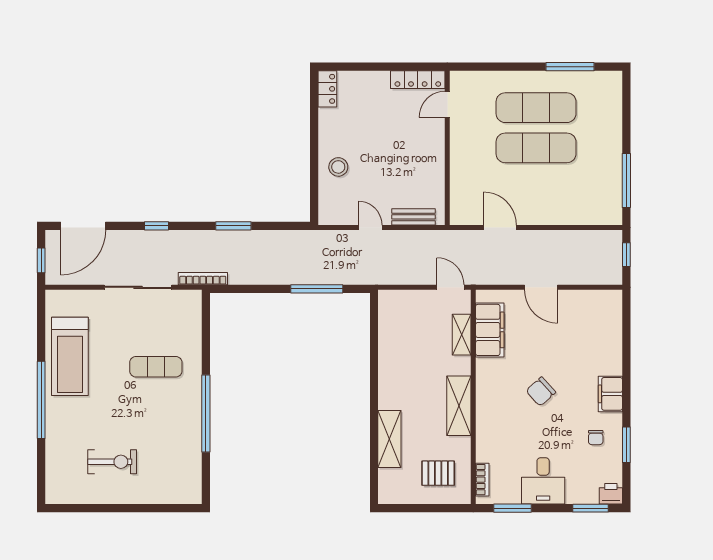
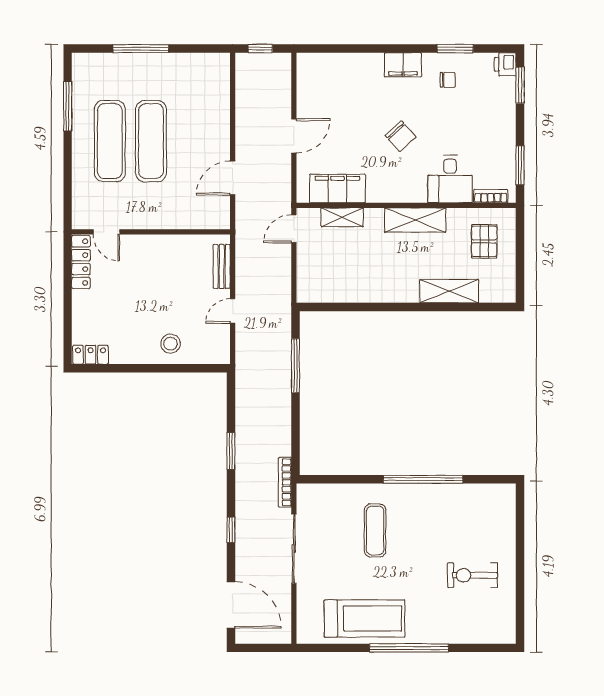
window: (626, 181) -> (141, 49), moved
window: (41, 260) -> (266, 648), removed
exercise bike: (112, 462) -> (472, 575), turned -90
desk: (543, 481) -> (450, 179), moved, turned 90

